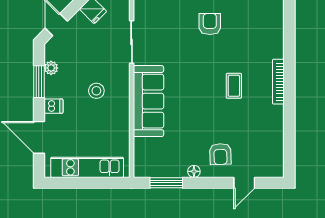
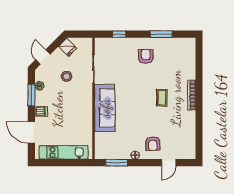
stool: (96, 91) -> (67, 76), moved

